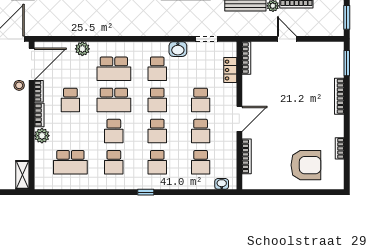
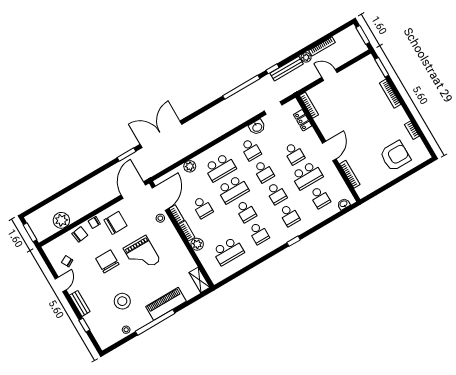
school desk: (201, 131) -> (307, 175), width x1.85

